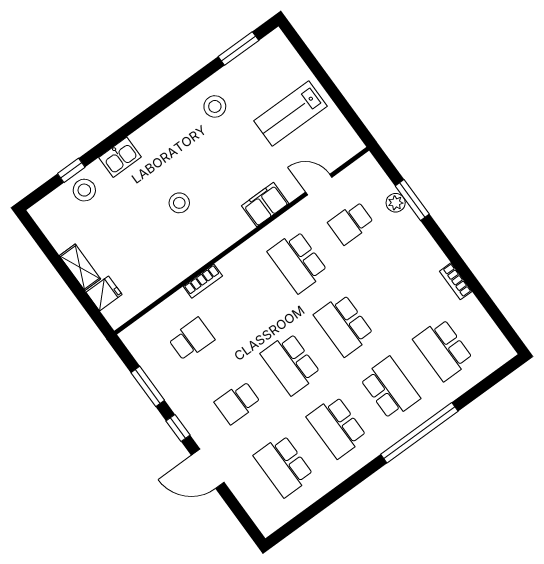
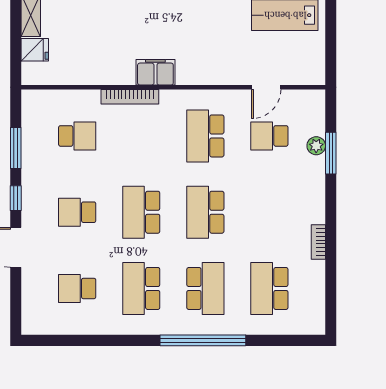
door: (319, 185) -> (266, 87), swing flipped
stool: (179, 203) -> (146, 22), removed
filing cabinet: (265, 205) -> (155, 72), moved
bookcase: (203, 281) -> (130, 97), width x1.56
school desk: (284, 466) -> (77, 288), width x0.54

